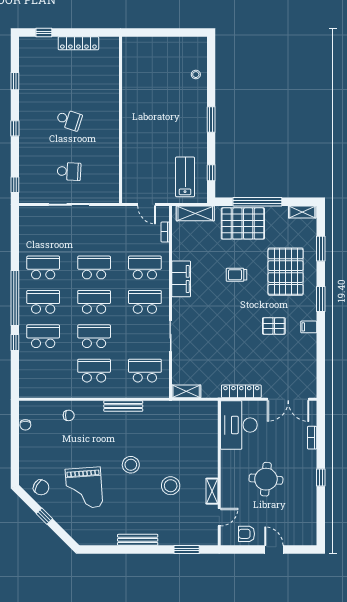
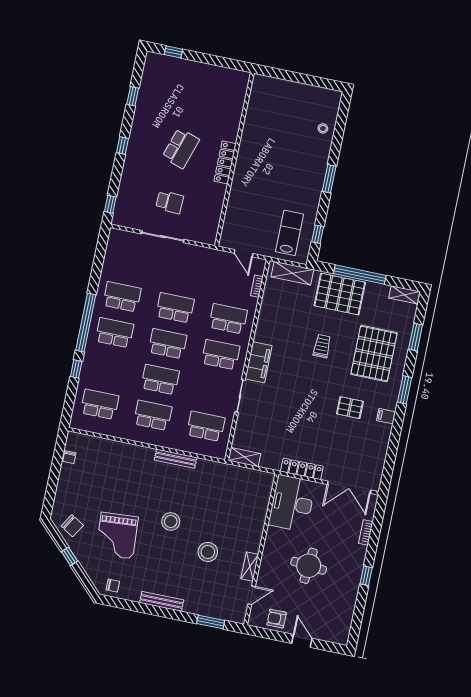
locker: (78, 43) -> (225, 162), moved, turned 90
school desk: (69, 120) -> (181, 148), width x1.85
trolley: (236, 275) -> (322, 346), turned 90
filing cabinet: (181, 279) -> (259, 362), moved
school desk: (43, 336) -> (100, 404), moved
chair: (69, 415) -> (113, 586), moved

